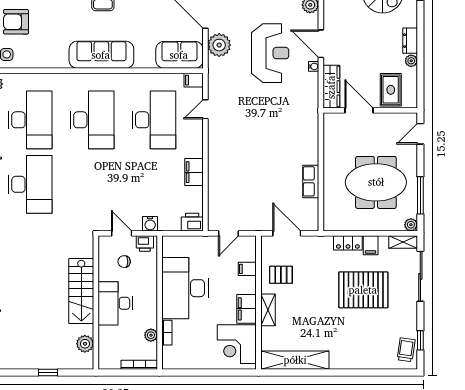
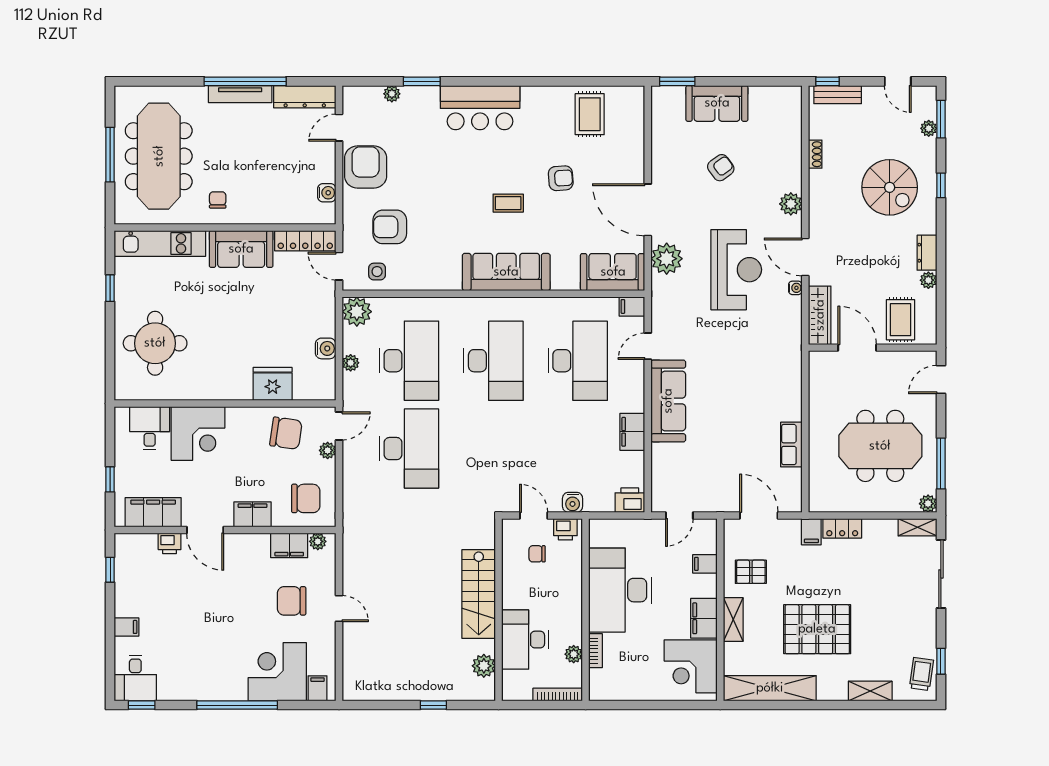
sofa: (220, 149) -> (668, 401), added
filing cabinet: (371, 245) -> (811, 532), moved
pallet: (363, 290) -> (817, 629), moved
desk: (115, 303) -> (525, 640), moved
shelving: (368, 362) -> (870, 691), added

